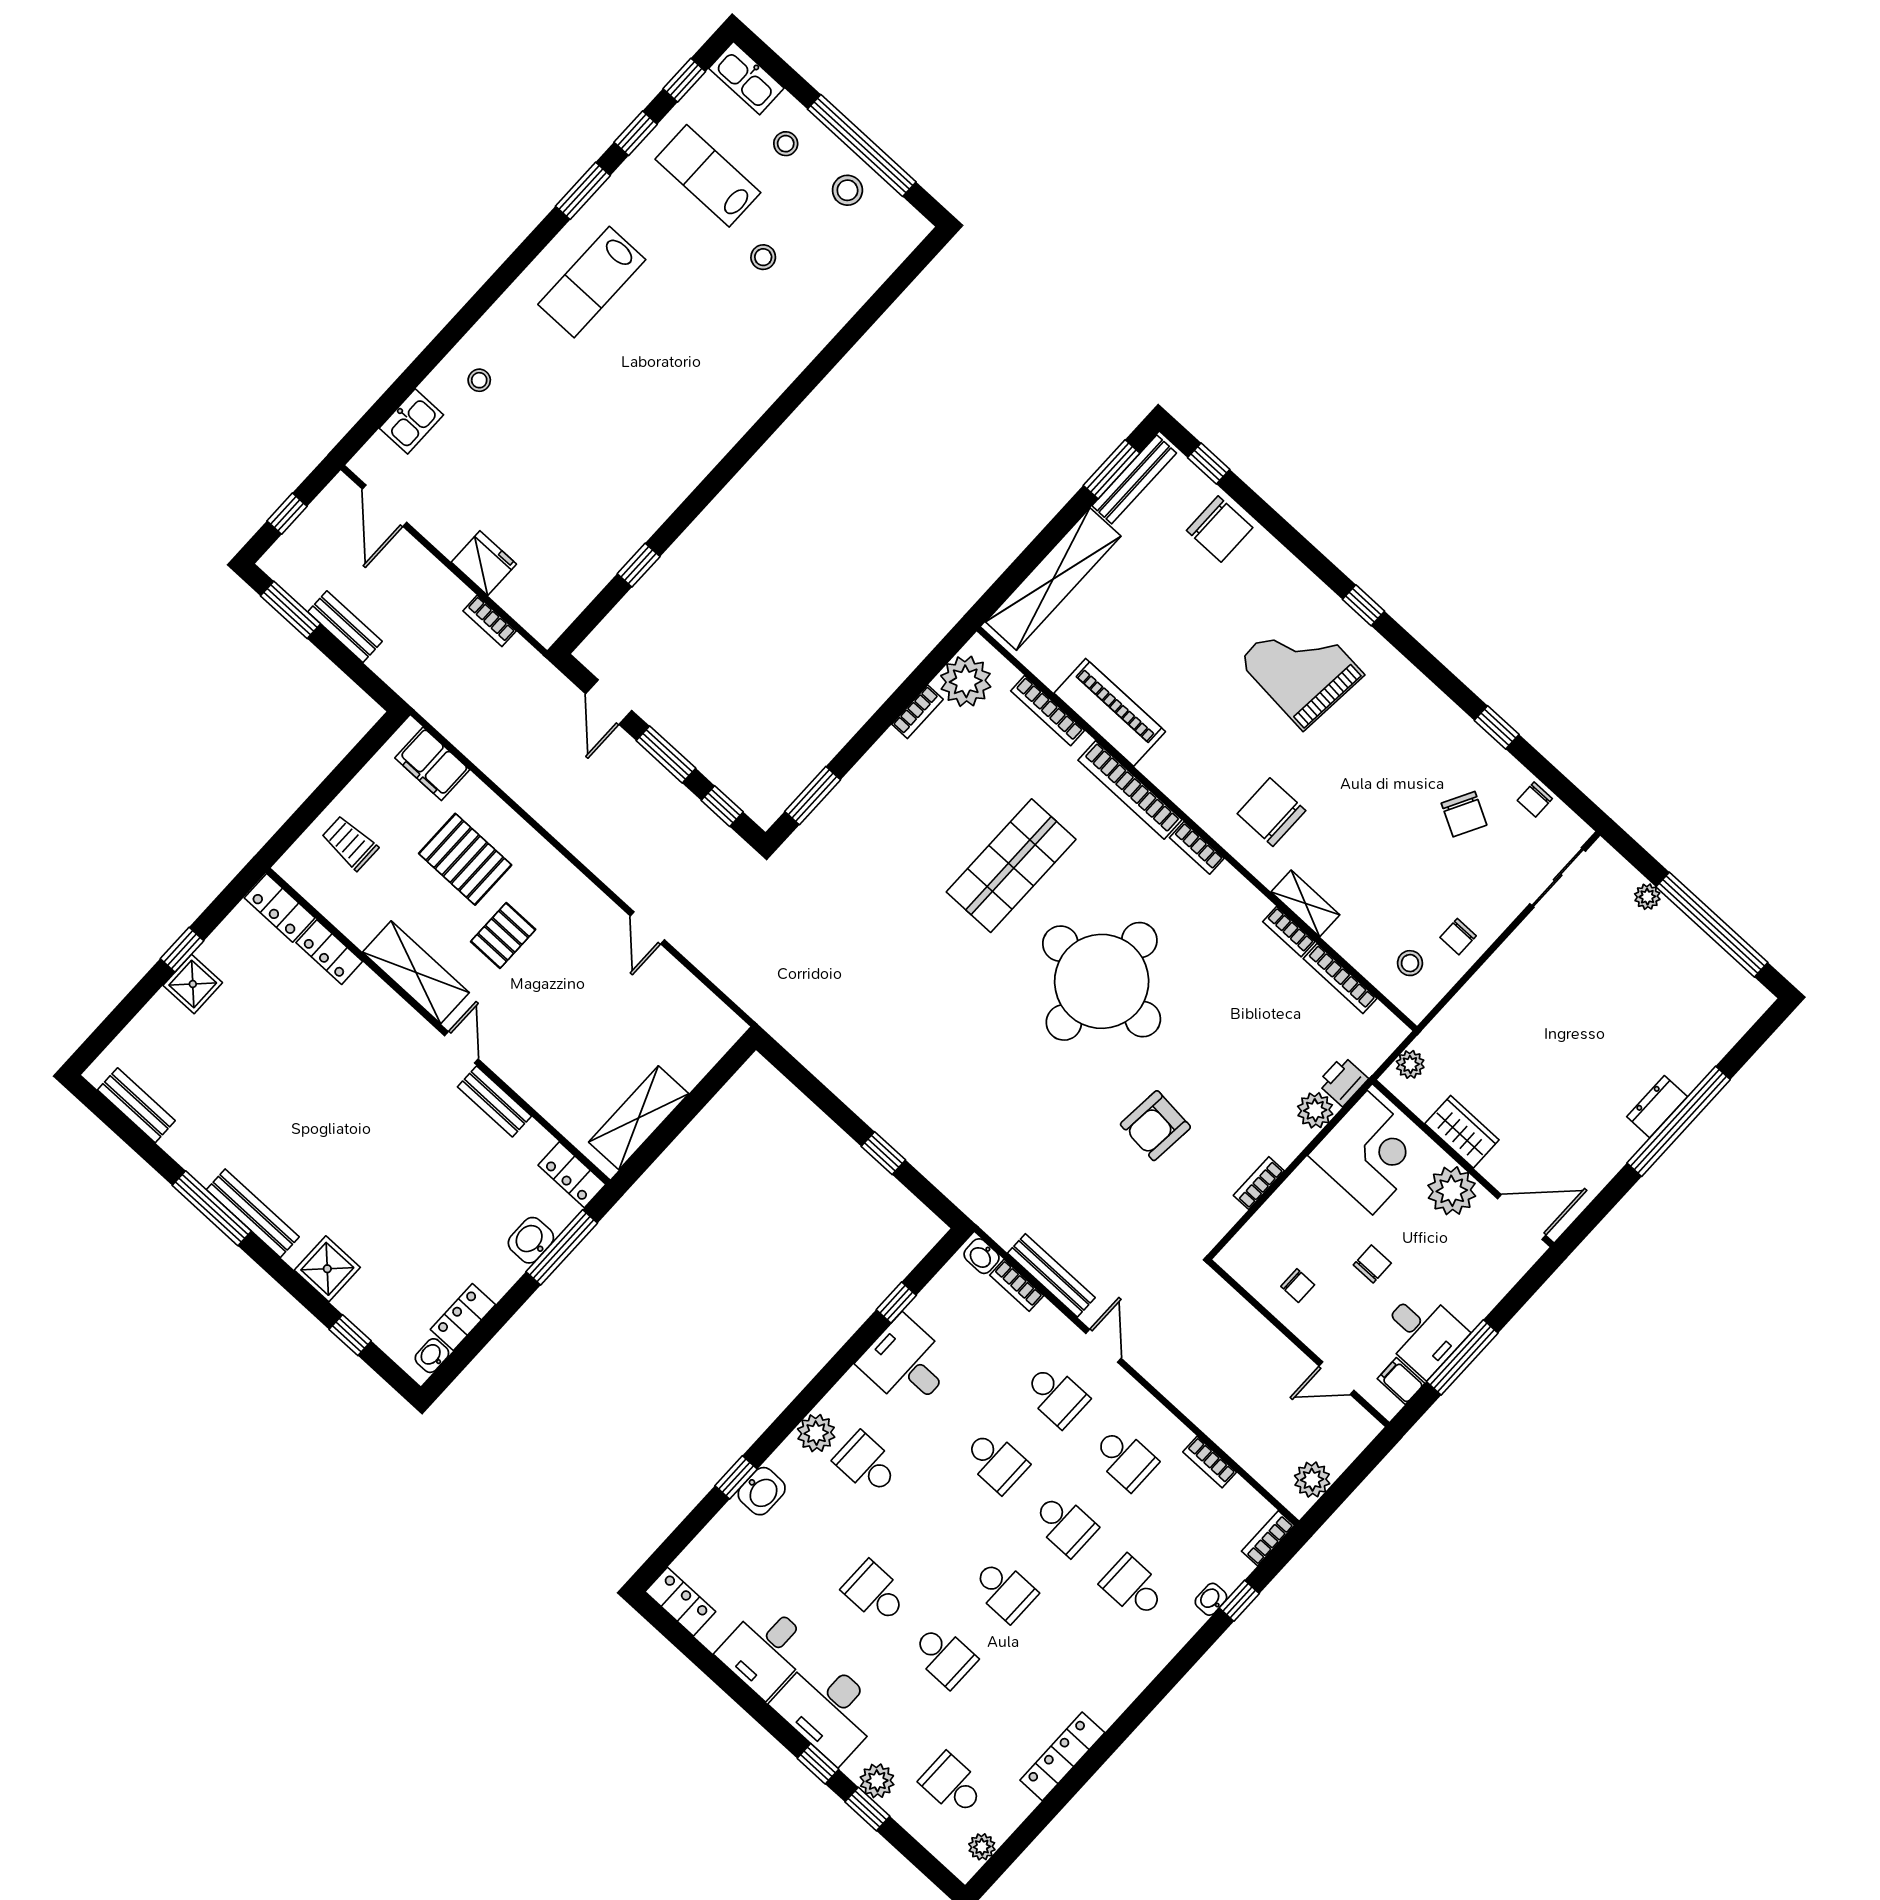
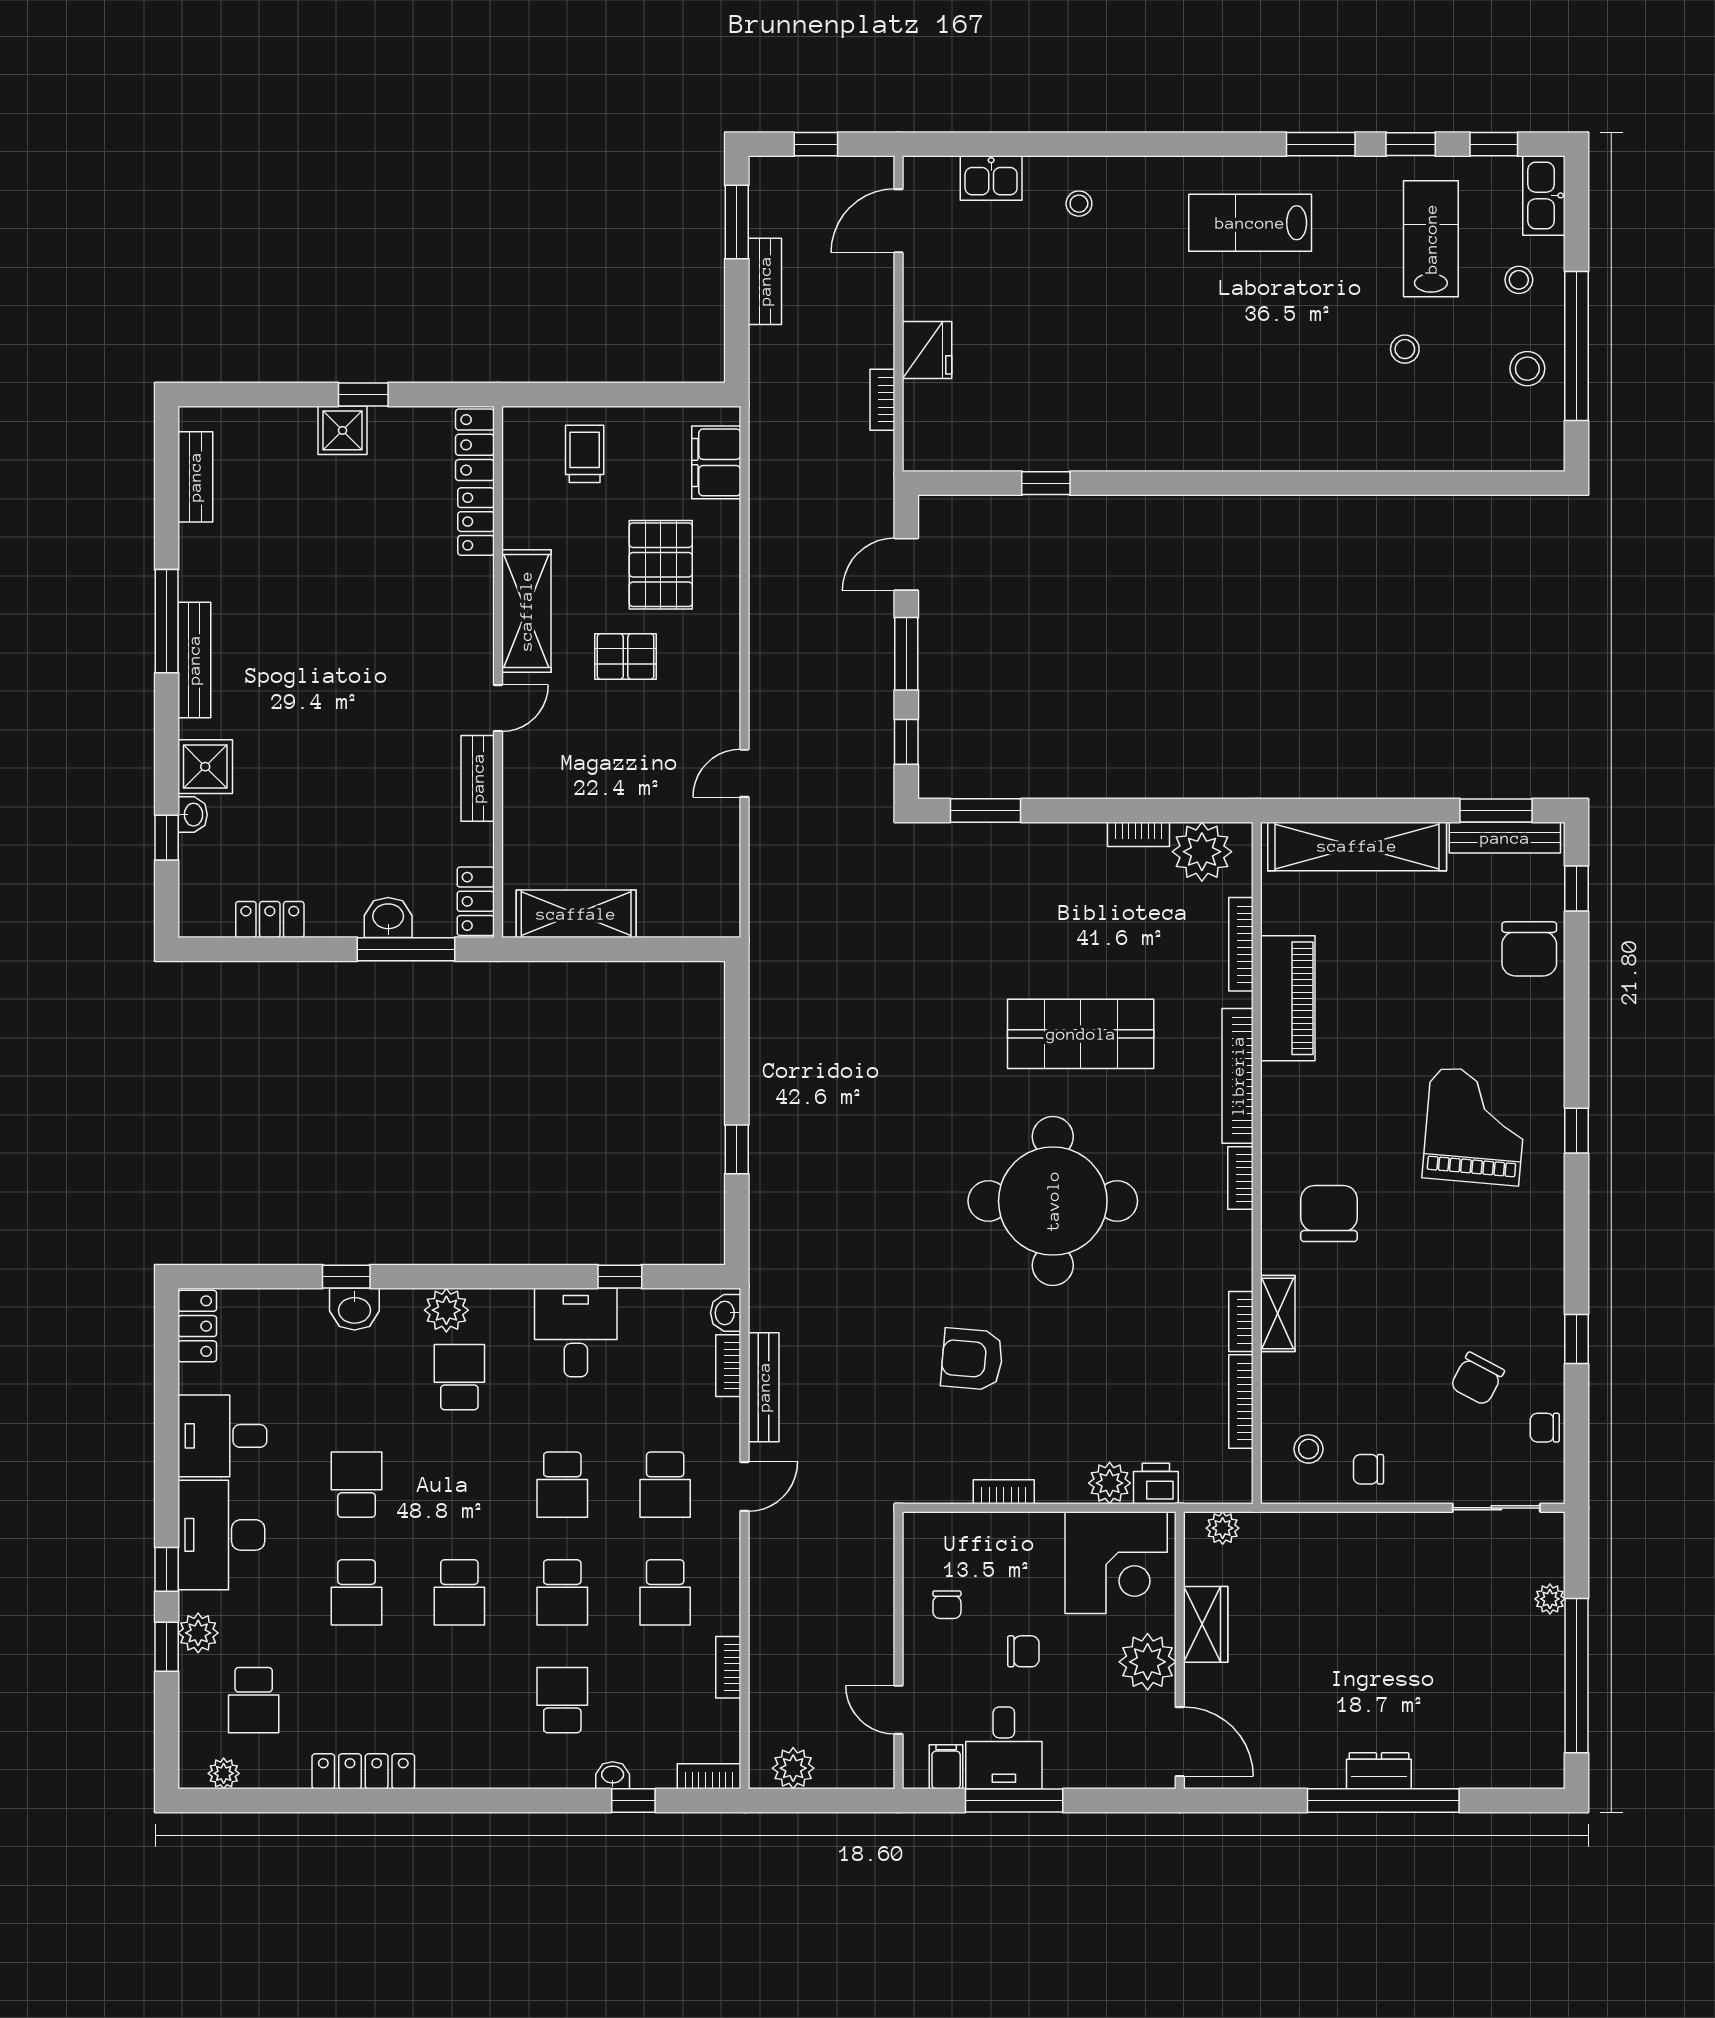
washbasin: (432, 1356) -> (193, 815), moved, turned 90
school desk: (953, 1785) -> (254, 1700), turned 180

